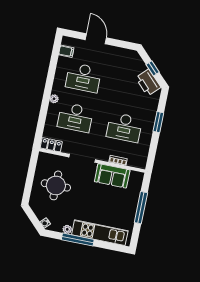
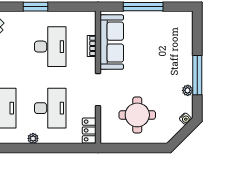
sofa: (112, 176) -> (112, 42), width x1.36
kitchen unit: (100, 233) -> (184, 50), removed

